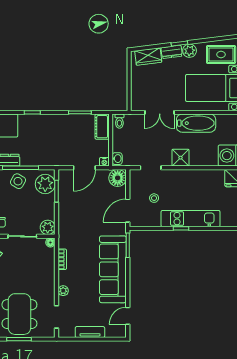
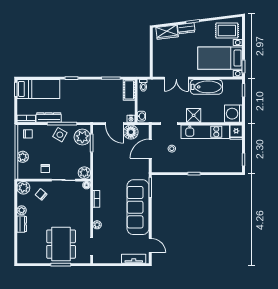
plant: (190, 51) -> (201, 27), removed
door: (84, 168) -> (115, 124), hinge flipped
floor lamp: (118, 178) -> (131, 132), moved
door: (128, 211) -> (150, 149), moved
kitchen unit: (191, 219) -> (205, 132), moved, turned 180
door: (128, 316) -> (150, 245), swing flipped
tv unit: (90, 332) -> (134, 259), moved

